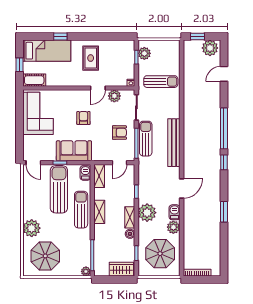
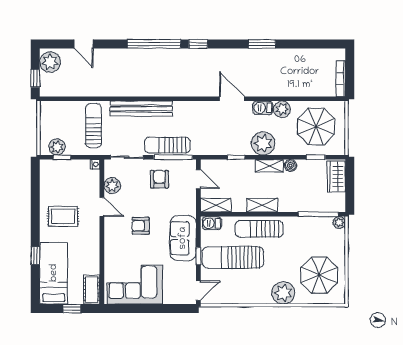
bench: (174, 143) -> (141, 109), moved

